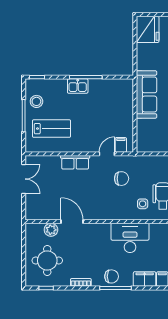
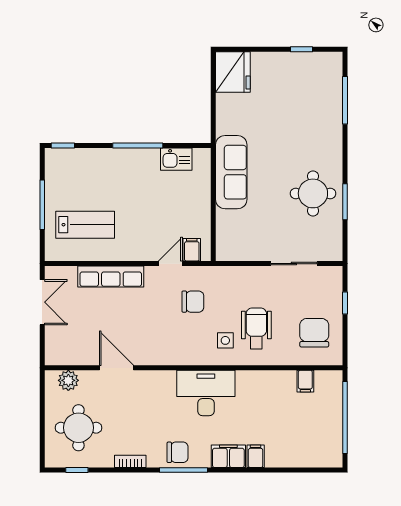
kitchen sink: (78, 86) -> (176, 159), moved
stool: (36, 101) -> (62, 183), removed
row of seats: (75, 162) -> (111, 277), width x1.48
plant: (51, 230) -> (68, 380), moved

